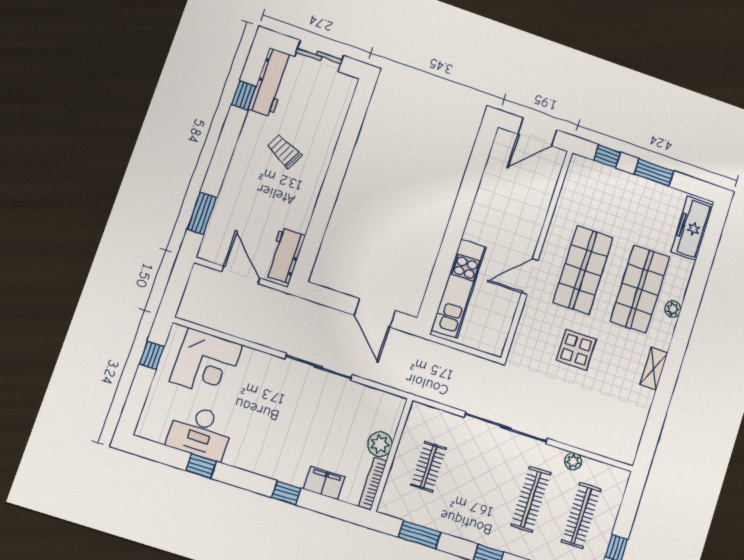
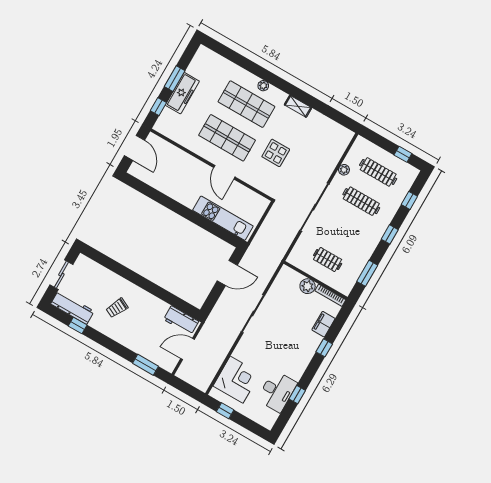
freezer: (692, 228) -> (182, 93), moved, turned -90

